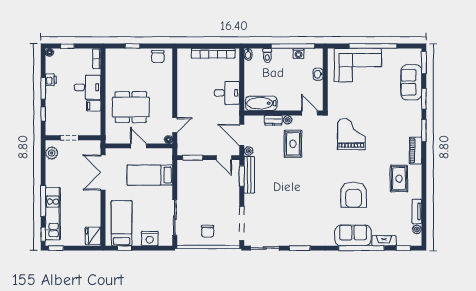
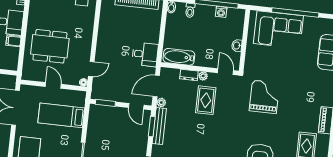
washbasin: (318, 74) -> (237, 46), moved
desk: (227, 93) -> (145, 54), moved
door: (242, 135) -> (156, 86), hinge flipped

